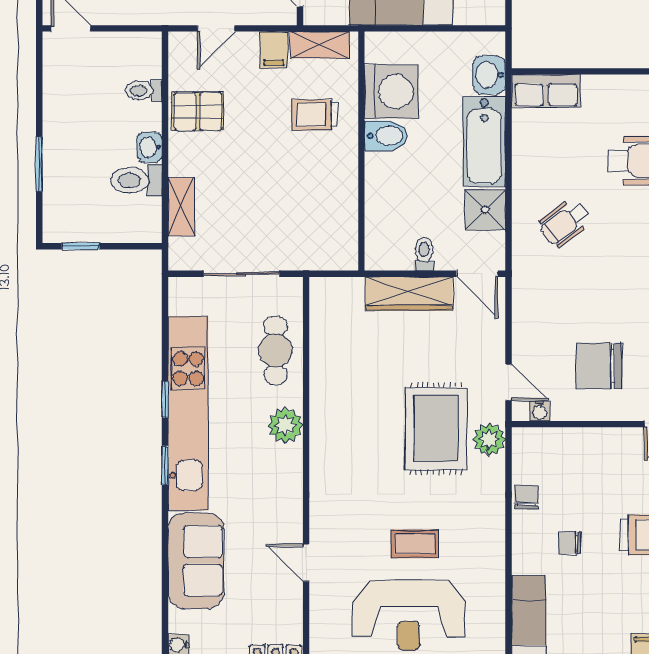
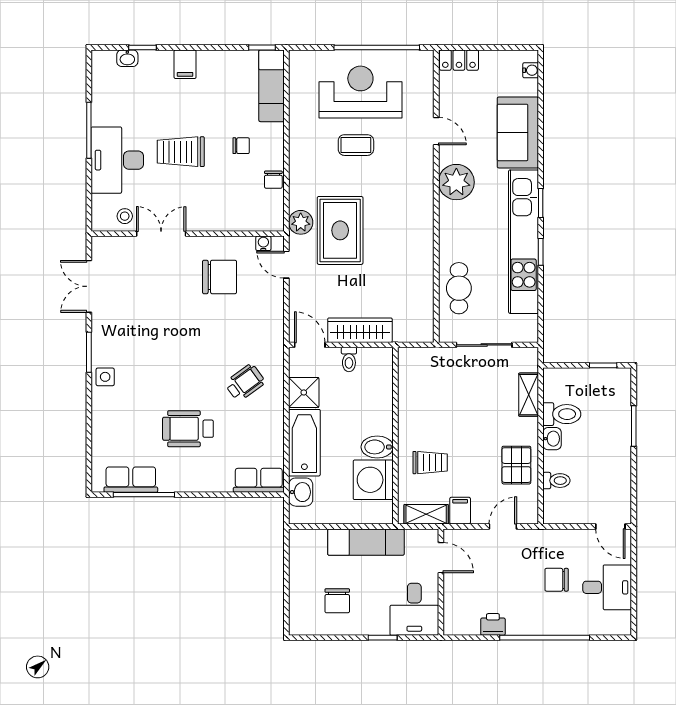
pallet: (198, 111) -> (516, 465), turned 90
plant: (285, 425) -> (456, 182), moved, width x1.36, depth x1.36

